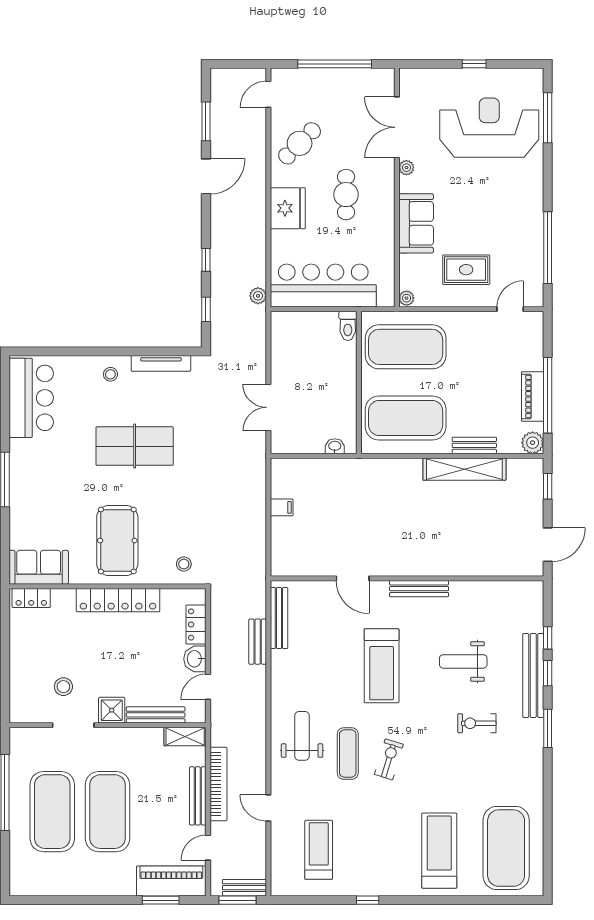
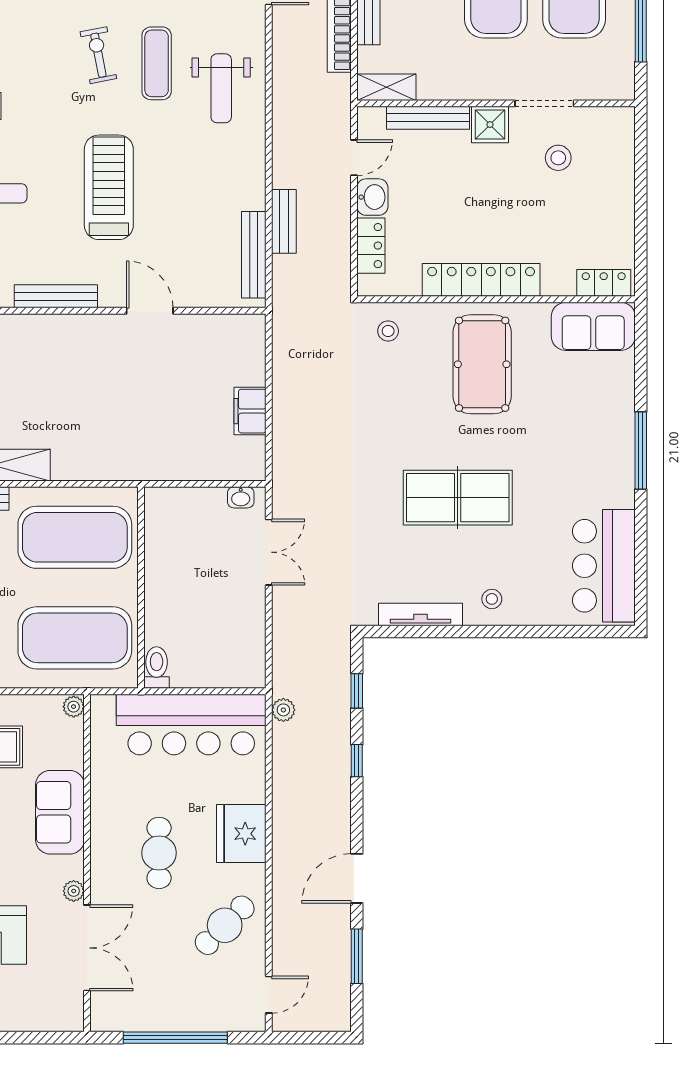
washbasin: (335, 446) -> (241, 497), moved
filing cabinet: (282, 507) -> (250, 411), width x2.00
exercise bike: (389, 759) -> (98, 55), turned 152

